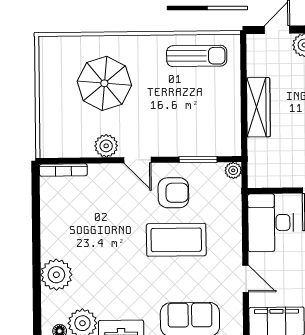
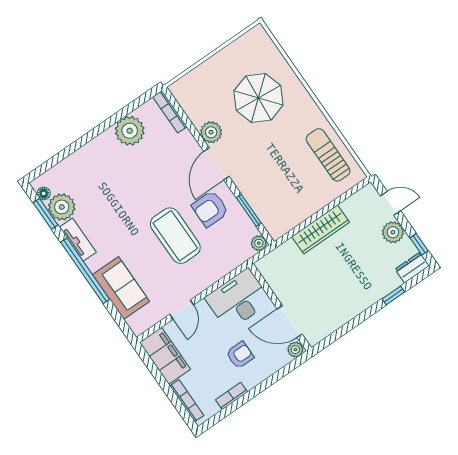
sun lounger: (197, 56) -> (328, 155), turned 180
door: (137, 160) -> (216, 164), width x1.38
armchair: (173, 193) -> (210, 209), turned 90
plant: (56, 275) -> (130, 131), moved

